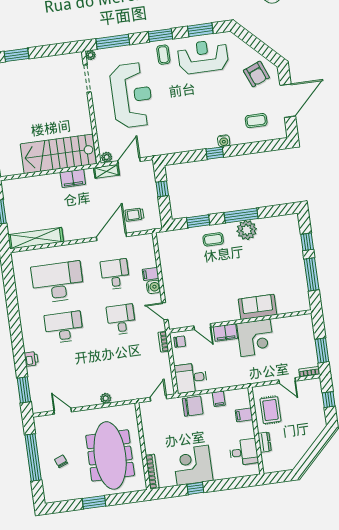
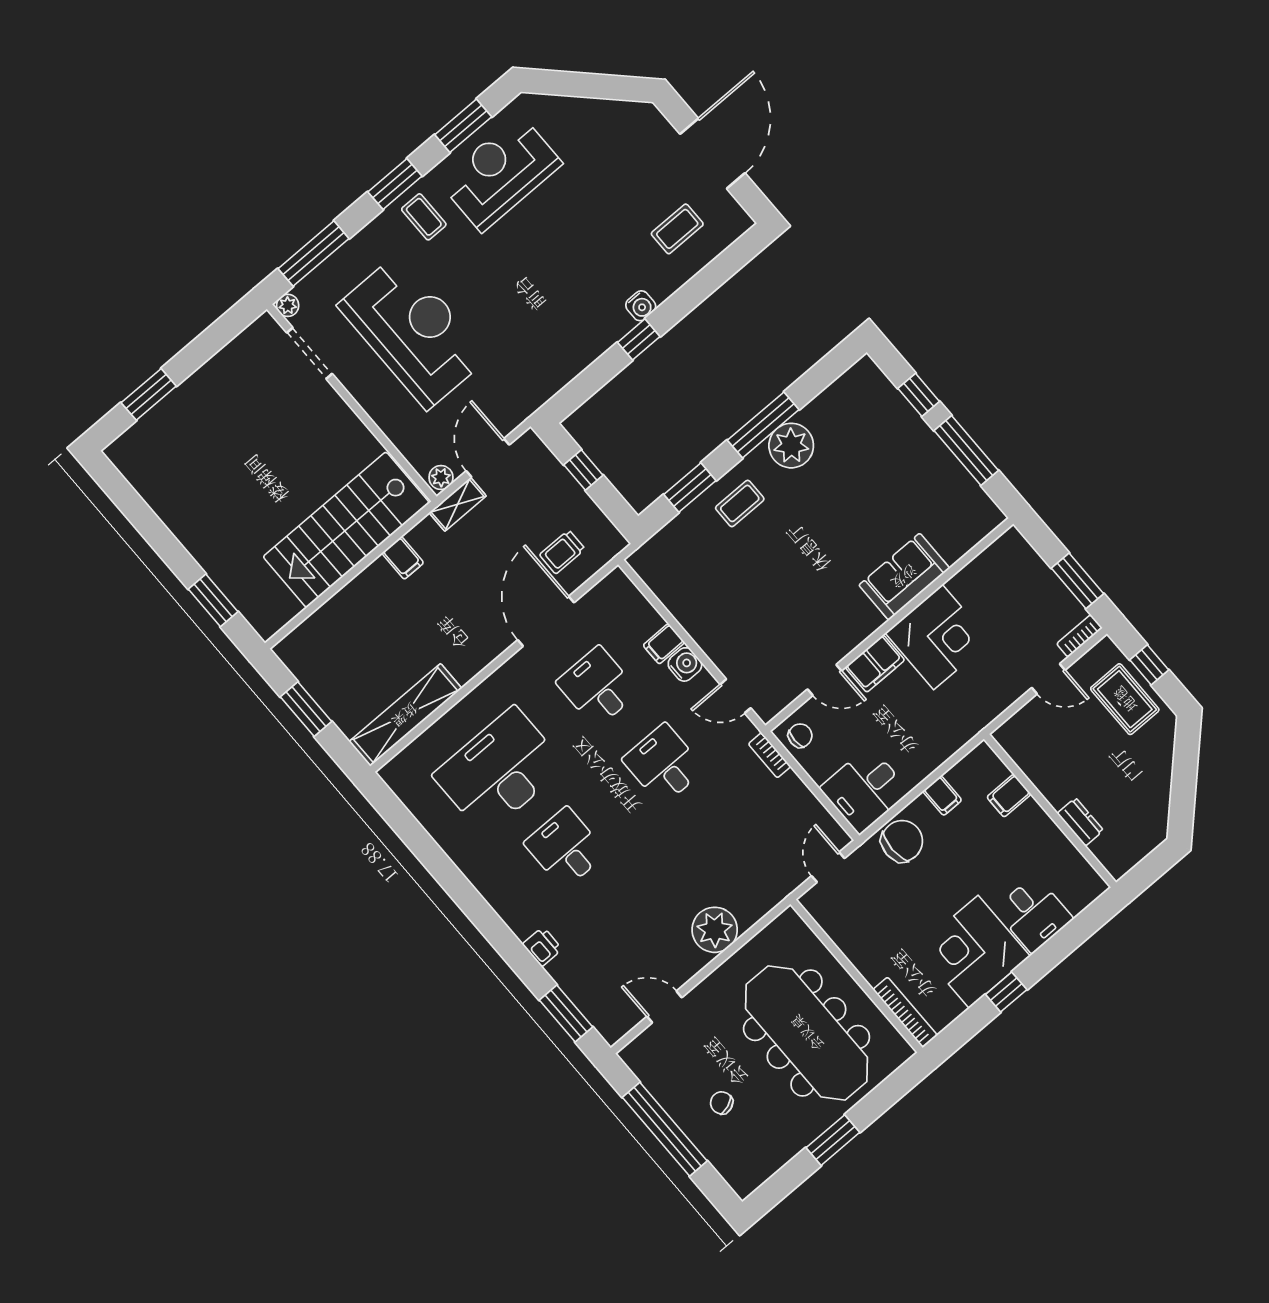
armchair: (256, 74) -> (622, 141), removed
filing cabinet: (73, 178) -> (403, 558), width x0.50
desk: (64, 327) -> (565, 848), width x0.73
plant: (106, 398) -> (715, 930), width x1.87, depth x1.87
rug: (270, 410) -> (1125, 699), moved
desk: (244, 452) -> (1034, 914), moved, turned 90

